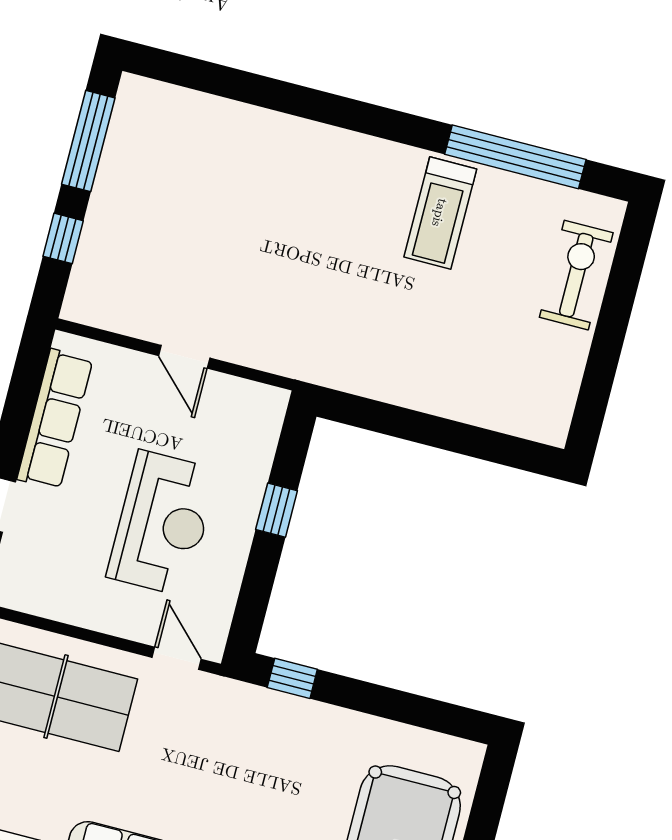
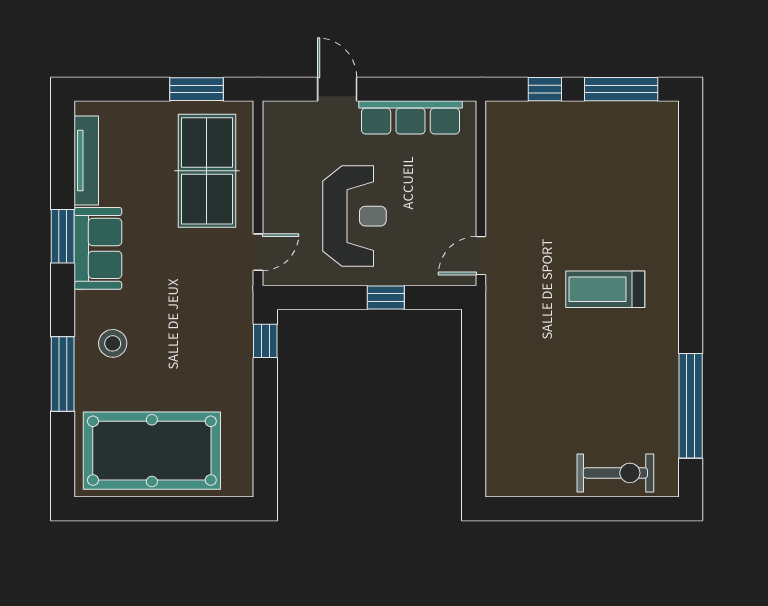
treadmill: (440, 213) -> (605, 289), moved
door: (184, 357) -> (481, 256), moved
reception desk: (162, 523) -> (354, 216), turned -90

